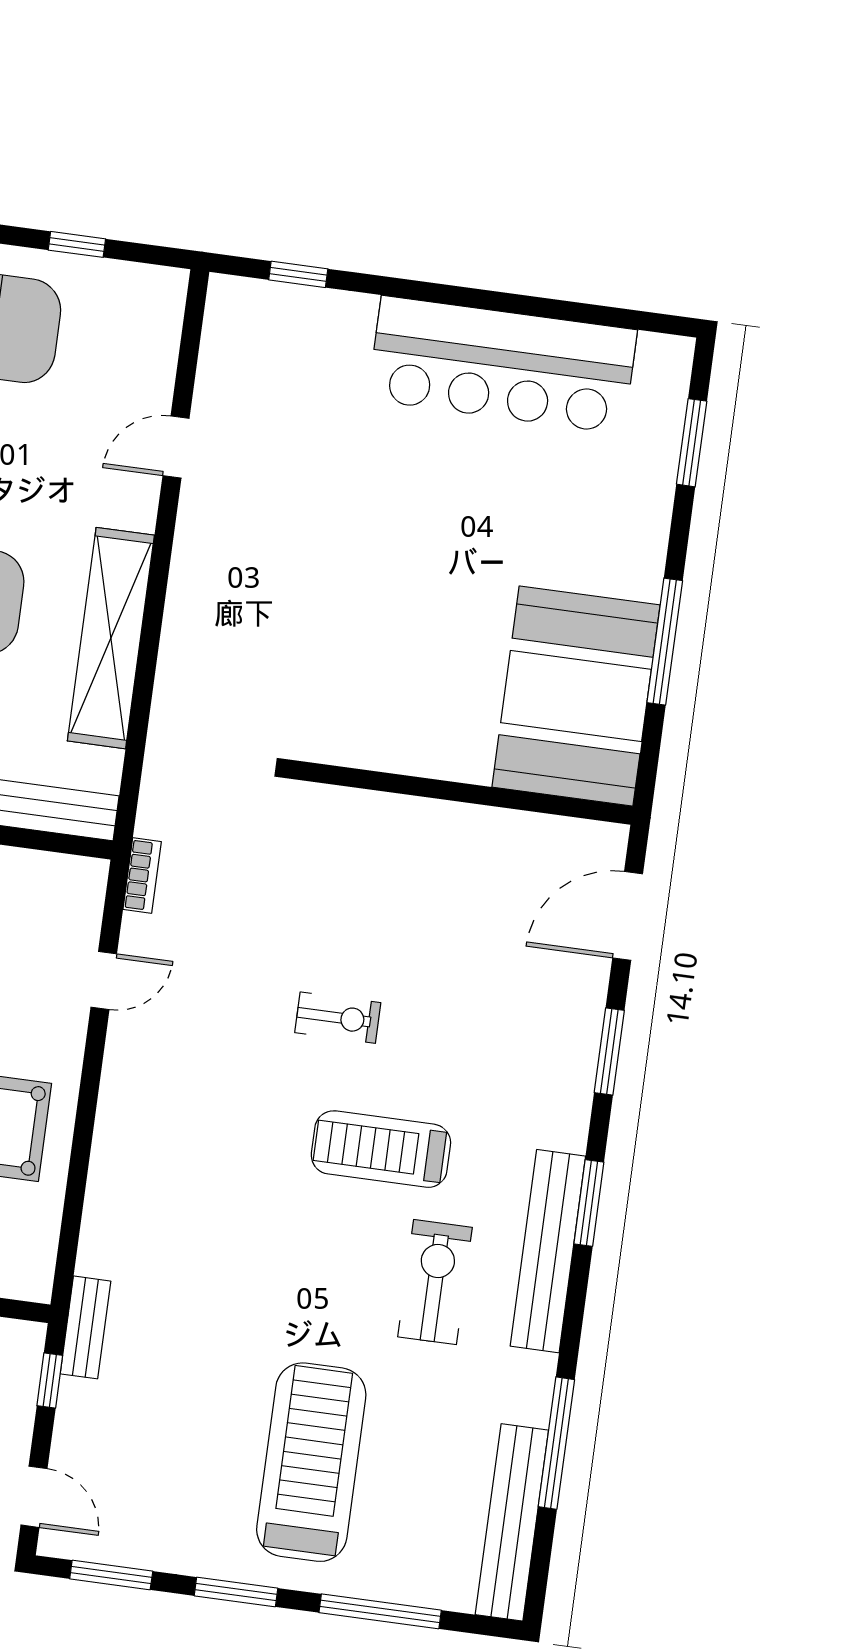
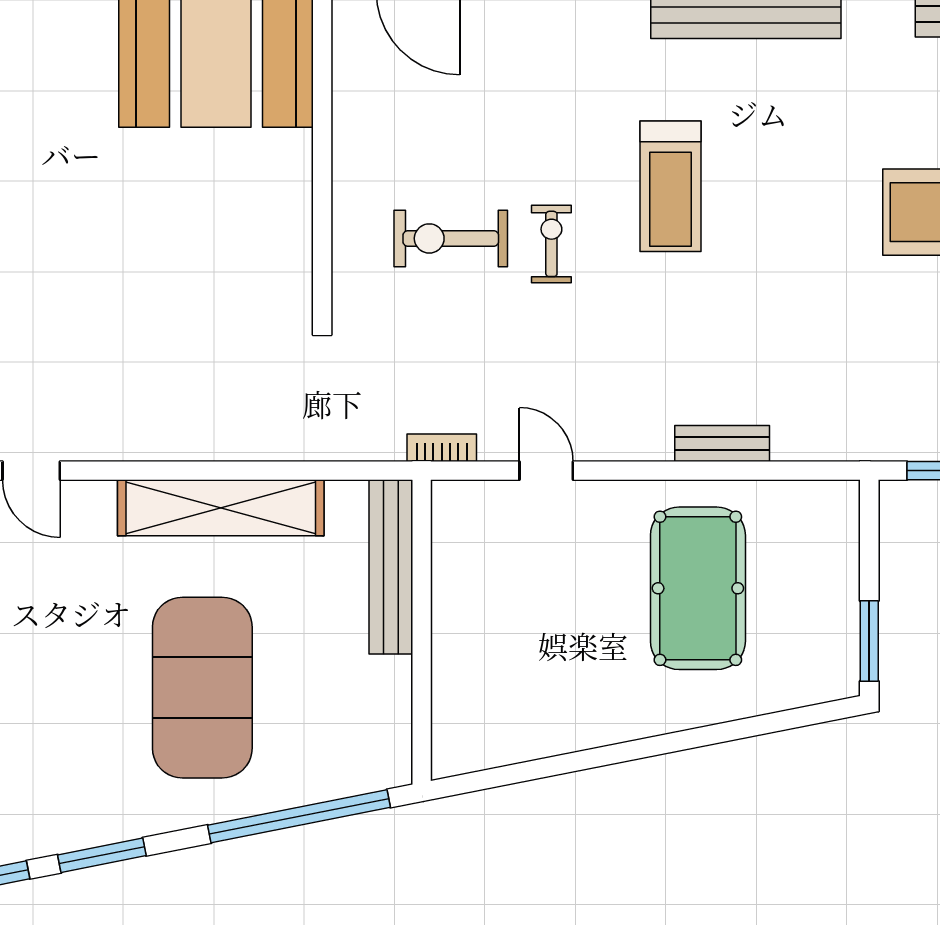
exercise bike: (435, 1282) -> (451, 238), moved
bench: (85, 1327) -> (722, 443), moved

